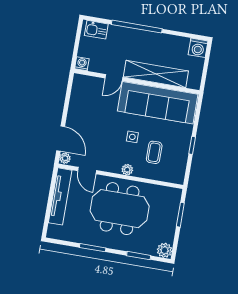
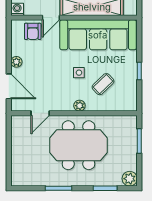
armchair: (94, 88) -> (33, 31), added
coffee table: (154, 152) -> (103, 84), turned 46
plant: (65, 158) -> (16, 62), moved
door: (87, 171) -> (40, 113), hinge flipped
tv unit: (60, 196) -> (18, 143), removed

